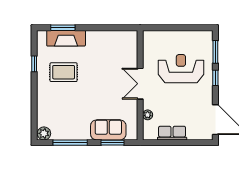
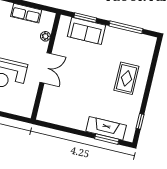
window: (34, 64) -> (140, 121), moved
rug: (64, 72) -> (126, 78), moved, turned 90
plant: (44, 133) -> (149, 42), removed

